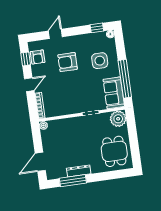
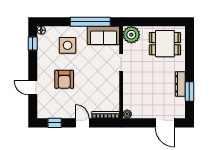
armchair: (38, 57) -> (54, 110), removed
window: (73, 181) -> (189, 91), width x0.69

